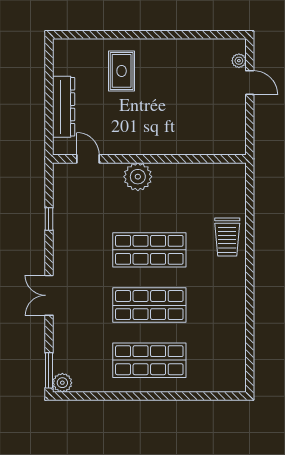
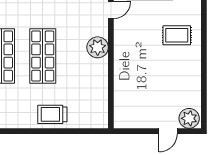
plant: (239, 61) -> (189, 118), width x1.88, depth x1.88

